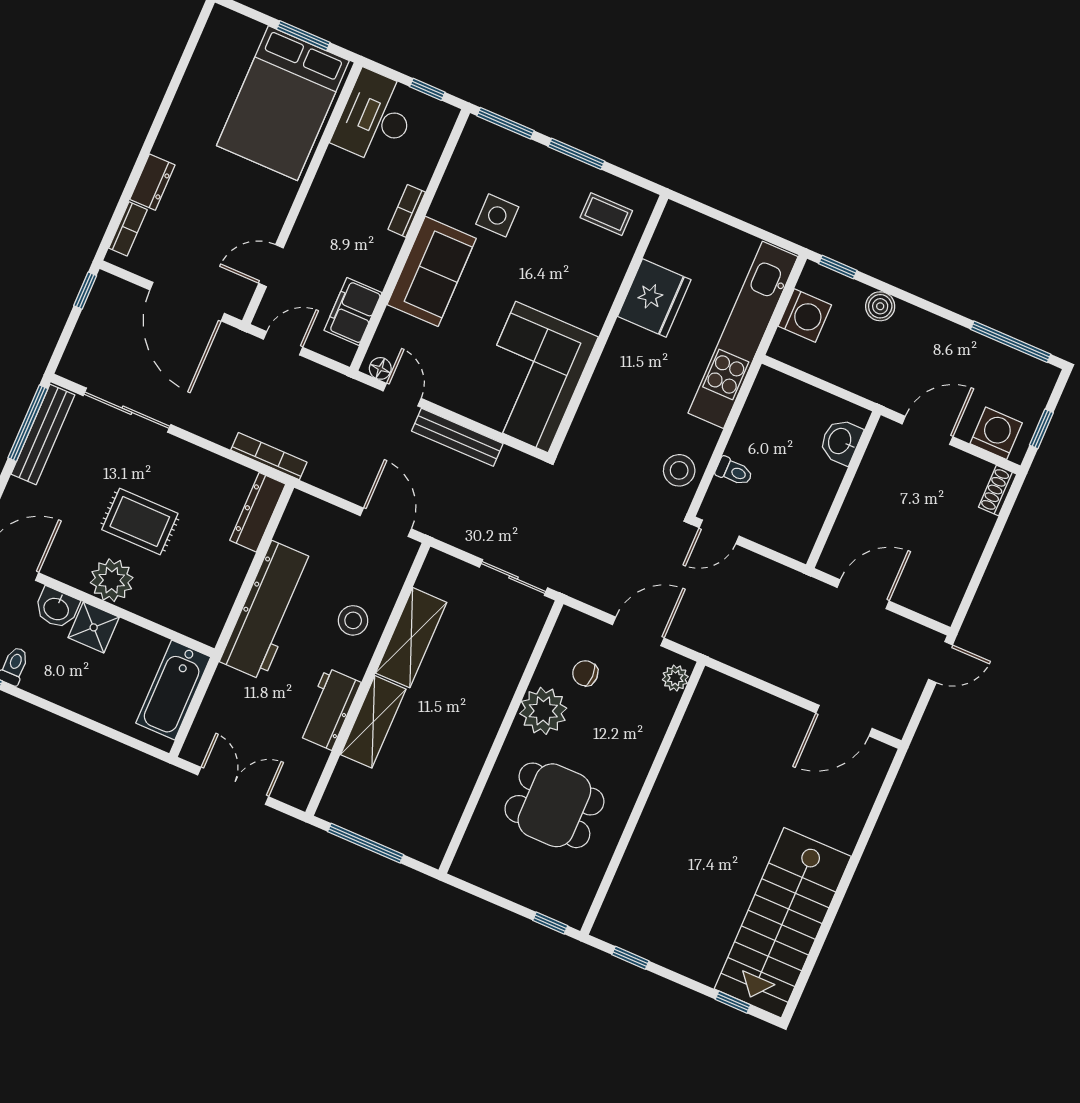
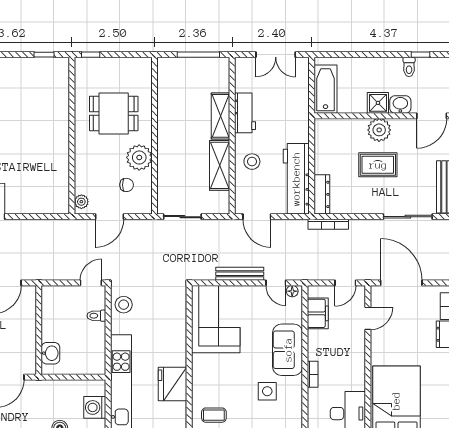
workbench: (267, 610) -> (296, 179), moved

